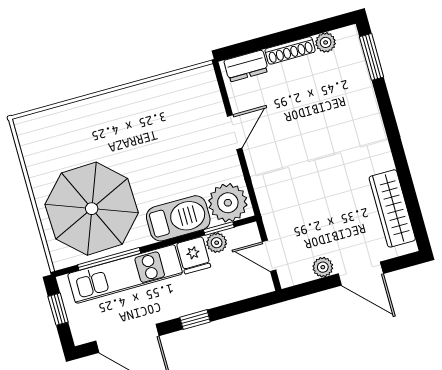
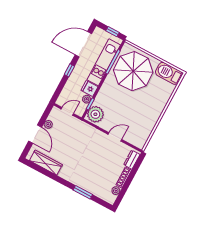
window: (372, 57) -> (83, 192), moved
door: (235, 132) -> (115, 137), swing flipped
barbecue: (178, 218) -> (169, 73), moved, turned 90
door: (361, 274) -> (35, 134), swing flipped

